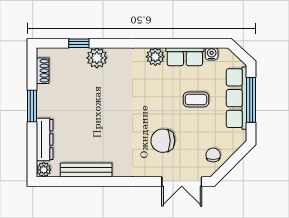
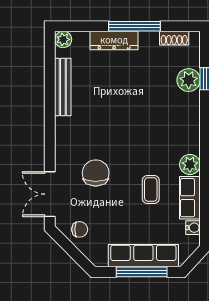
plant: (97, 58) -> (189, 80), moved
coffee table: (196, 99) -> (151, 189), moved
window: (32, 106) -> (135, 26), width x1.44
dresser: (45, 139) -> (114, 40), moved

